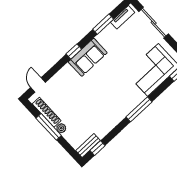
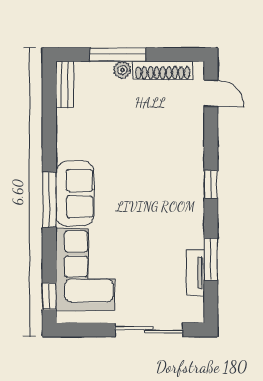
tv unit: (123, 17) -> (195, 273), moved
sofa: (88, 57) -> (75, 194), moved, turned 180
window: (49, 127) -> (118, 55), moved
window: (98, 148) -> (49, 94), removed

